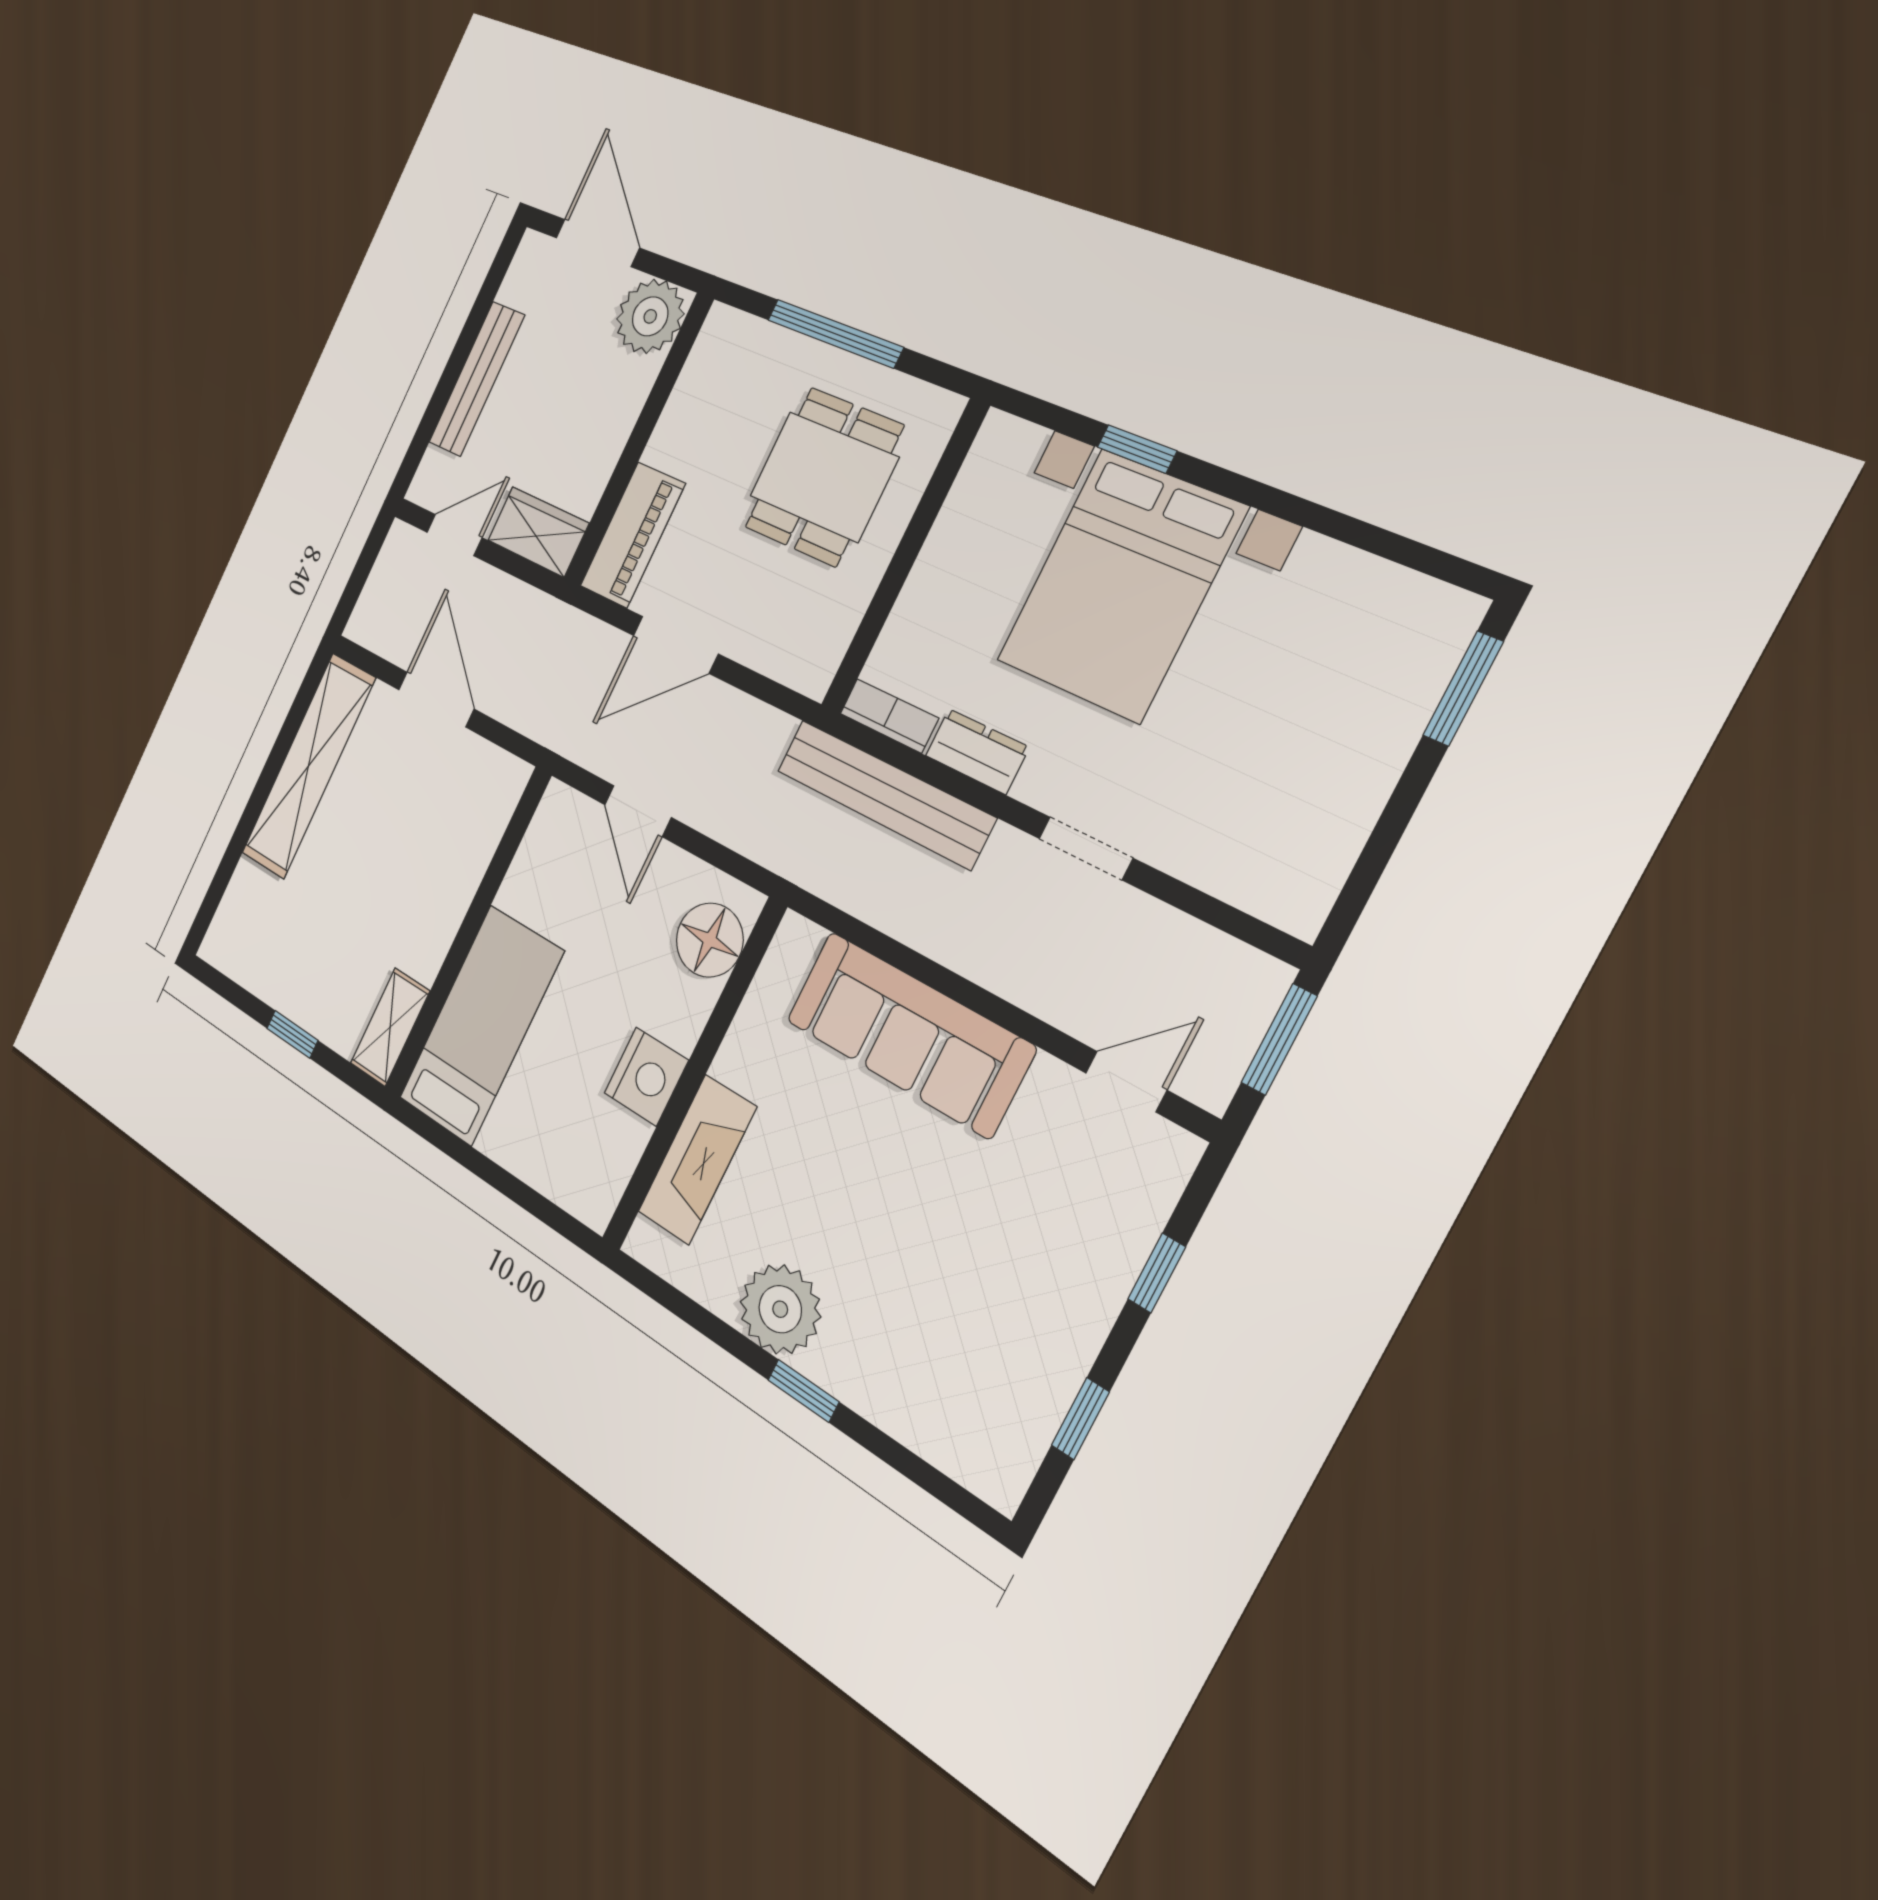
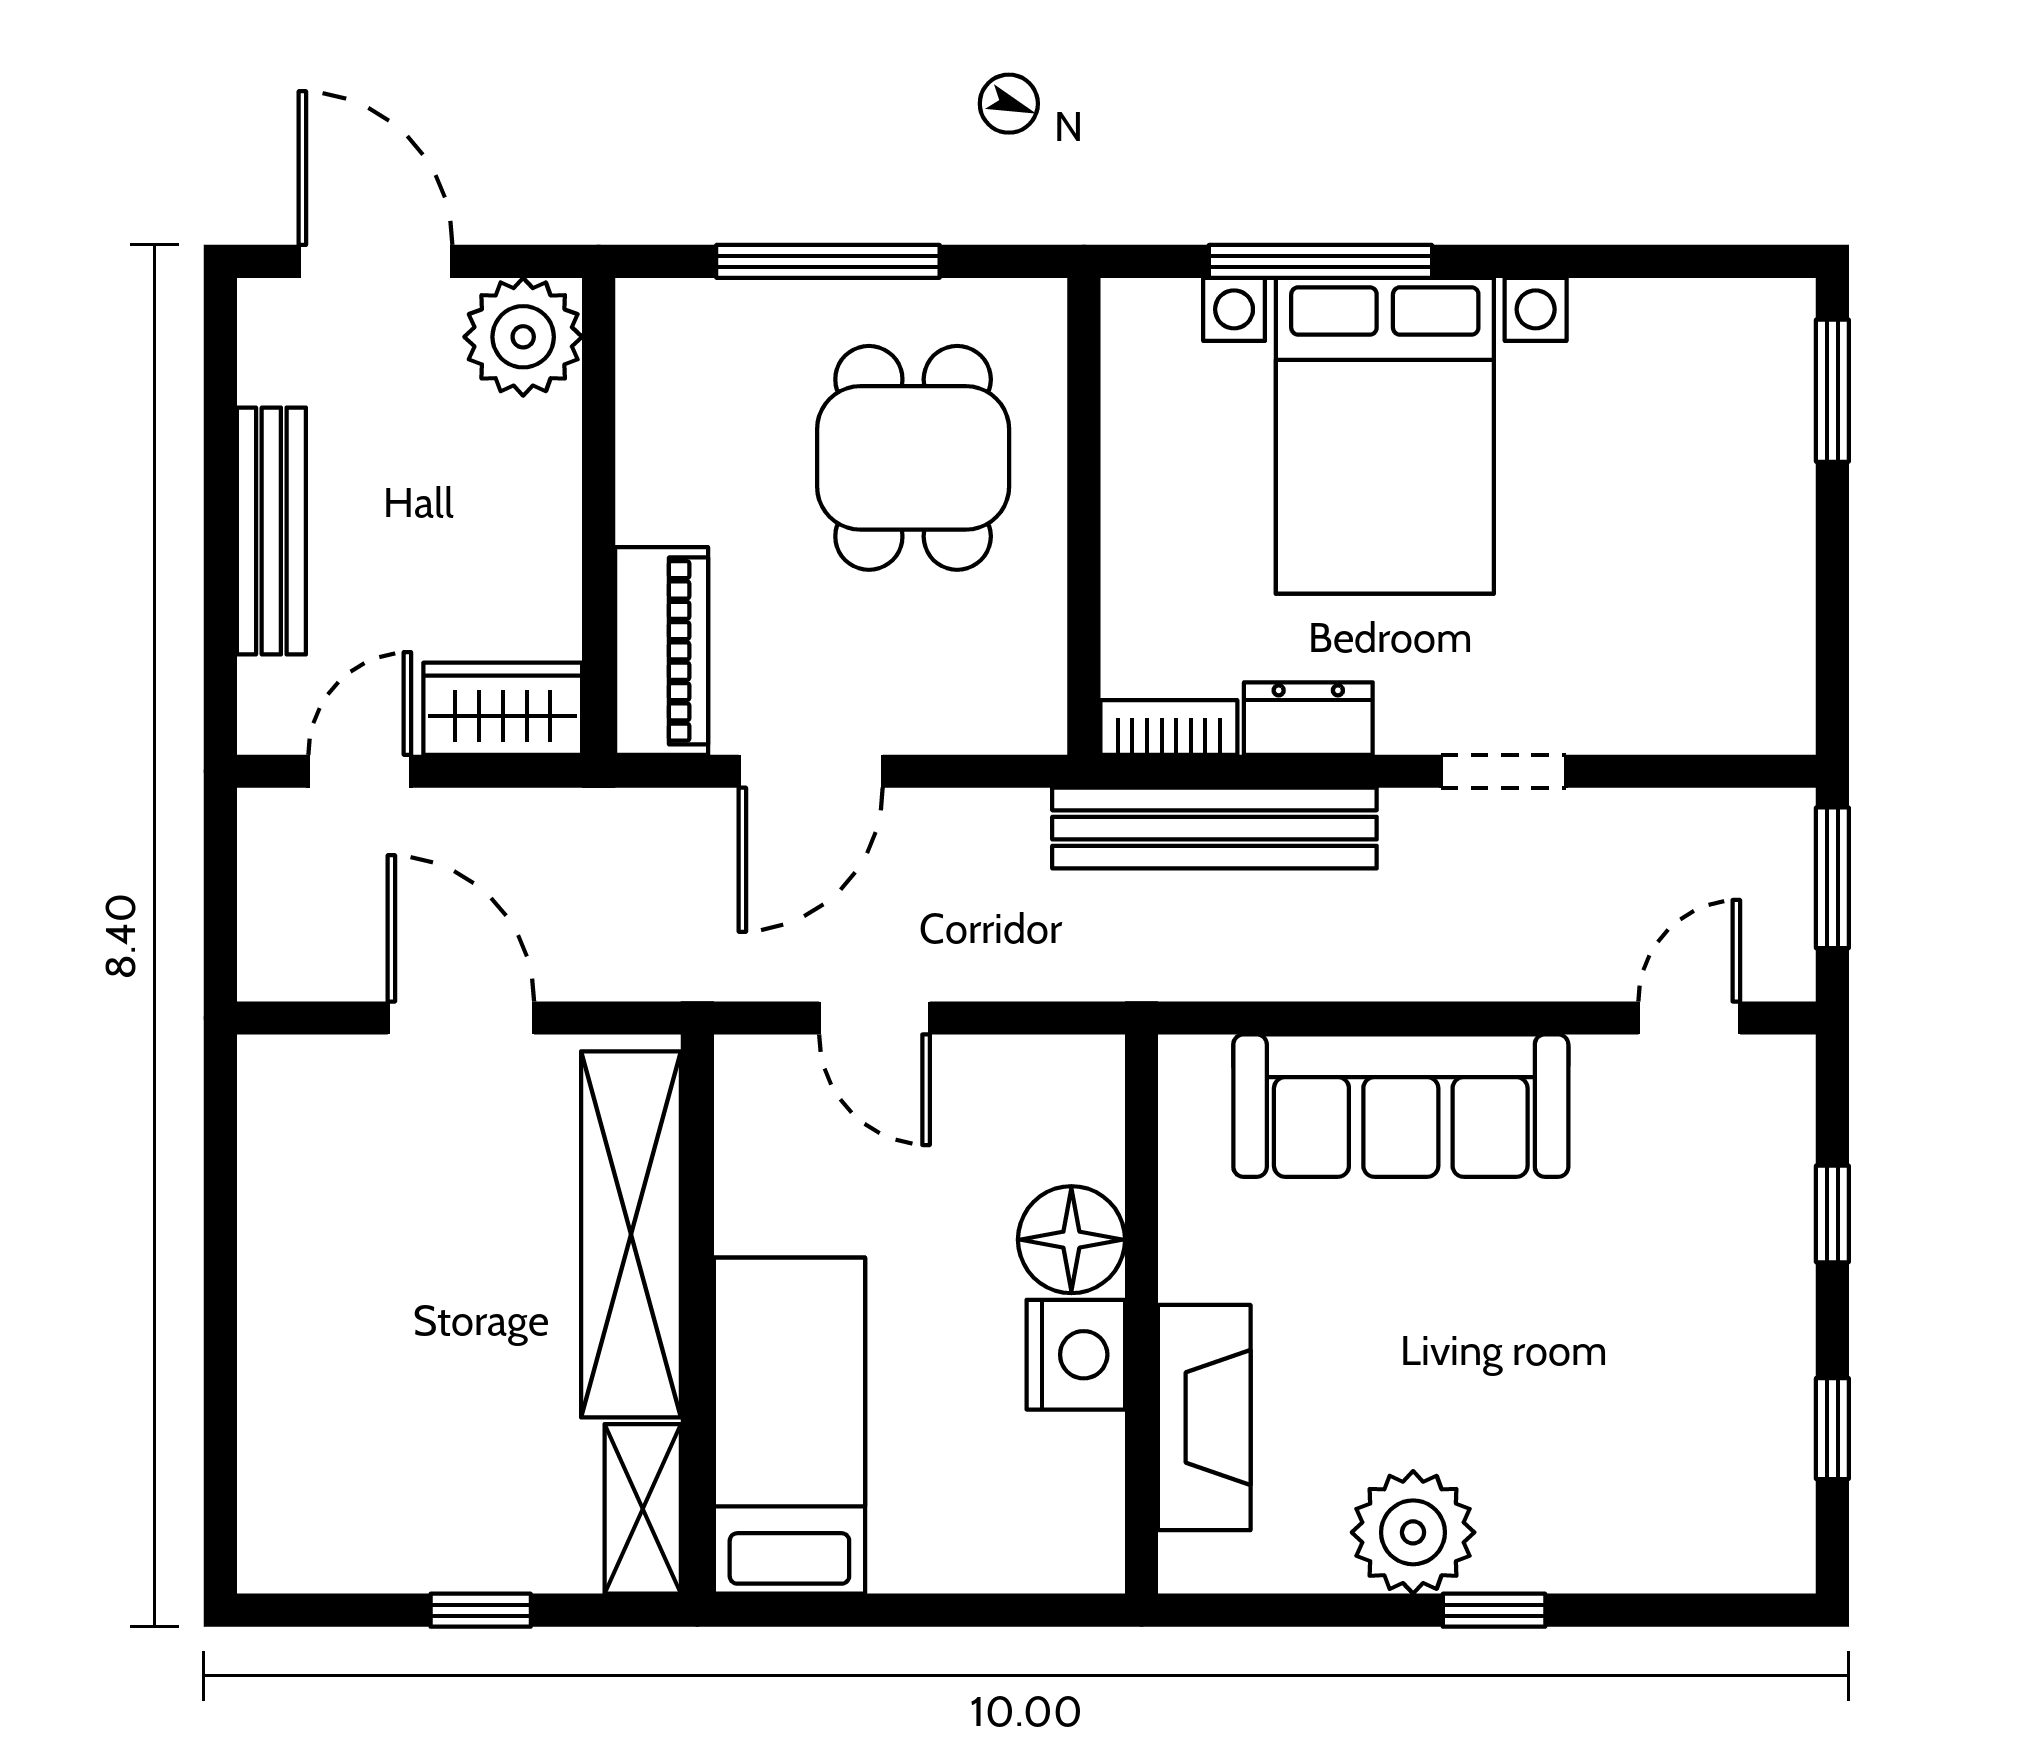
window: (1137, 449) -> (1320, 261), width x2.17
shelving: (308, 766) -> (631, 1234), moved
floor lamp: (710, 940) -> (1071, 1240), moved

